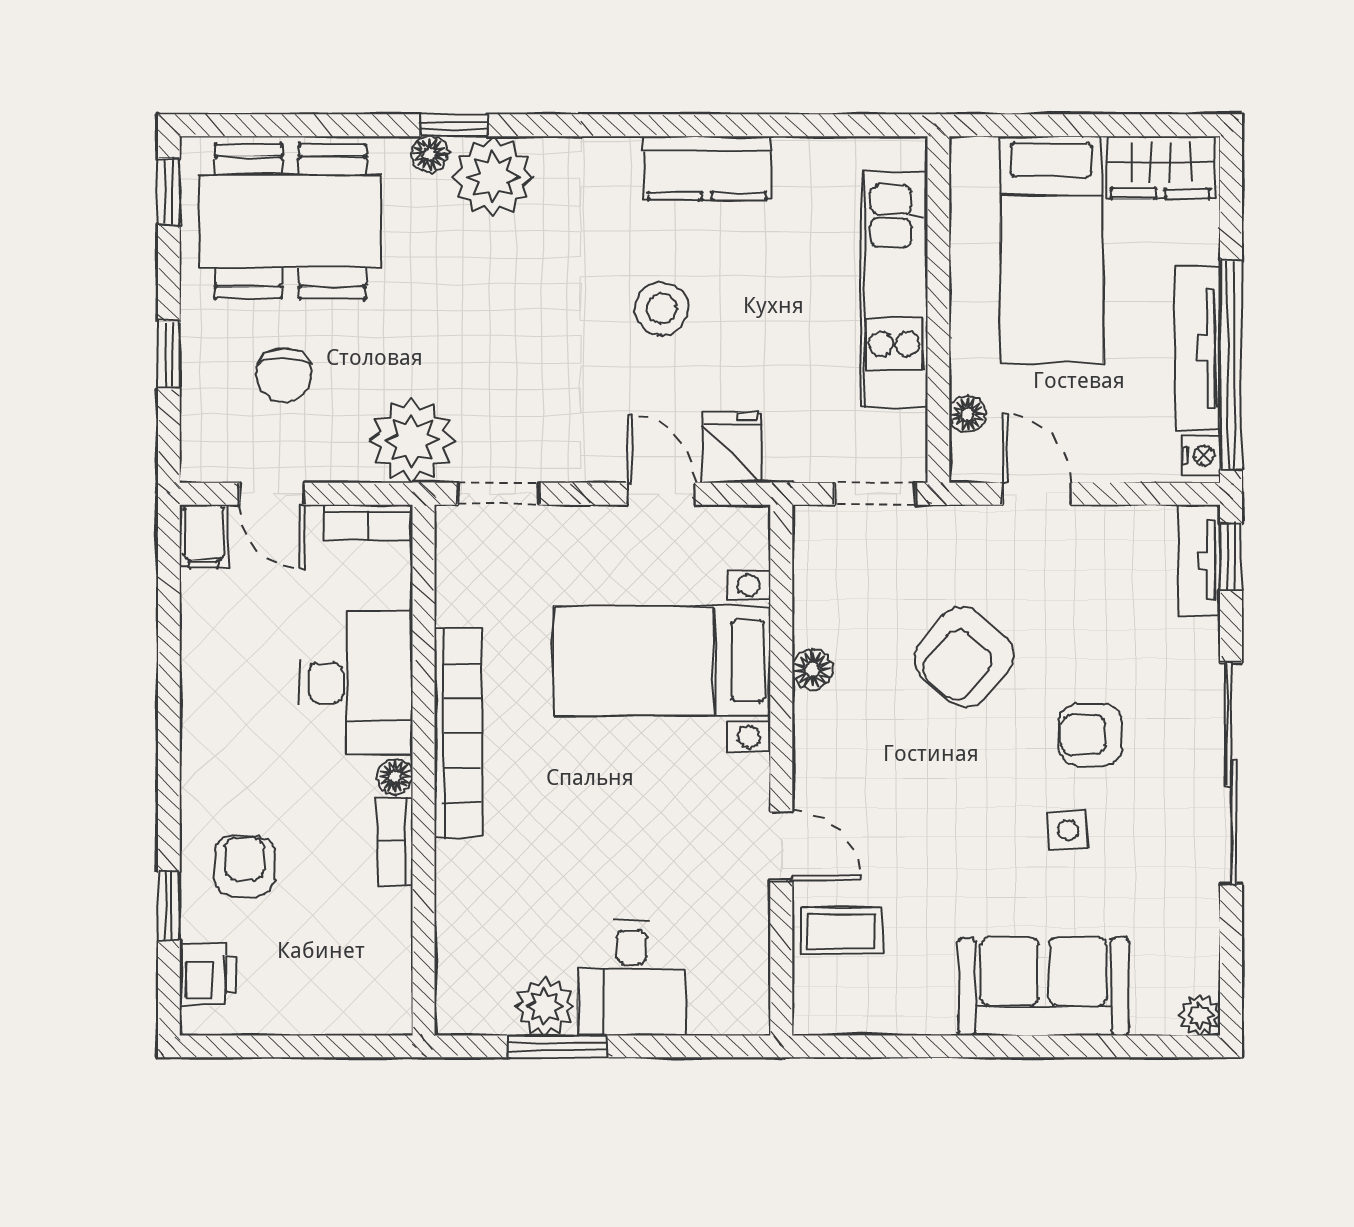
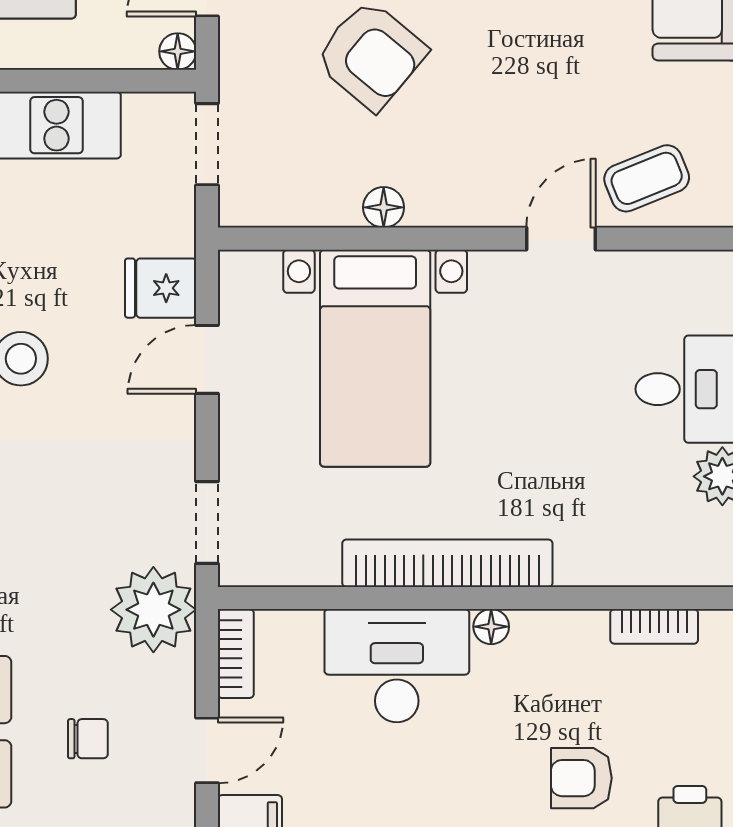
chair: (284, 375) -> (88, 739), width x0.73, depth x0.73
floor lamp: (968, 414) -> (178, 51), moved
bookcase: (395, 842) -> (654, 626), moved
coffee table: (841, 931) -> (647, 178), turned 68

